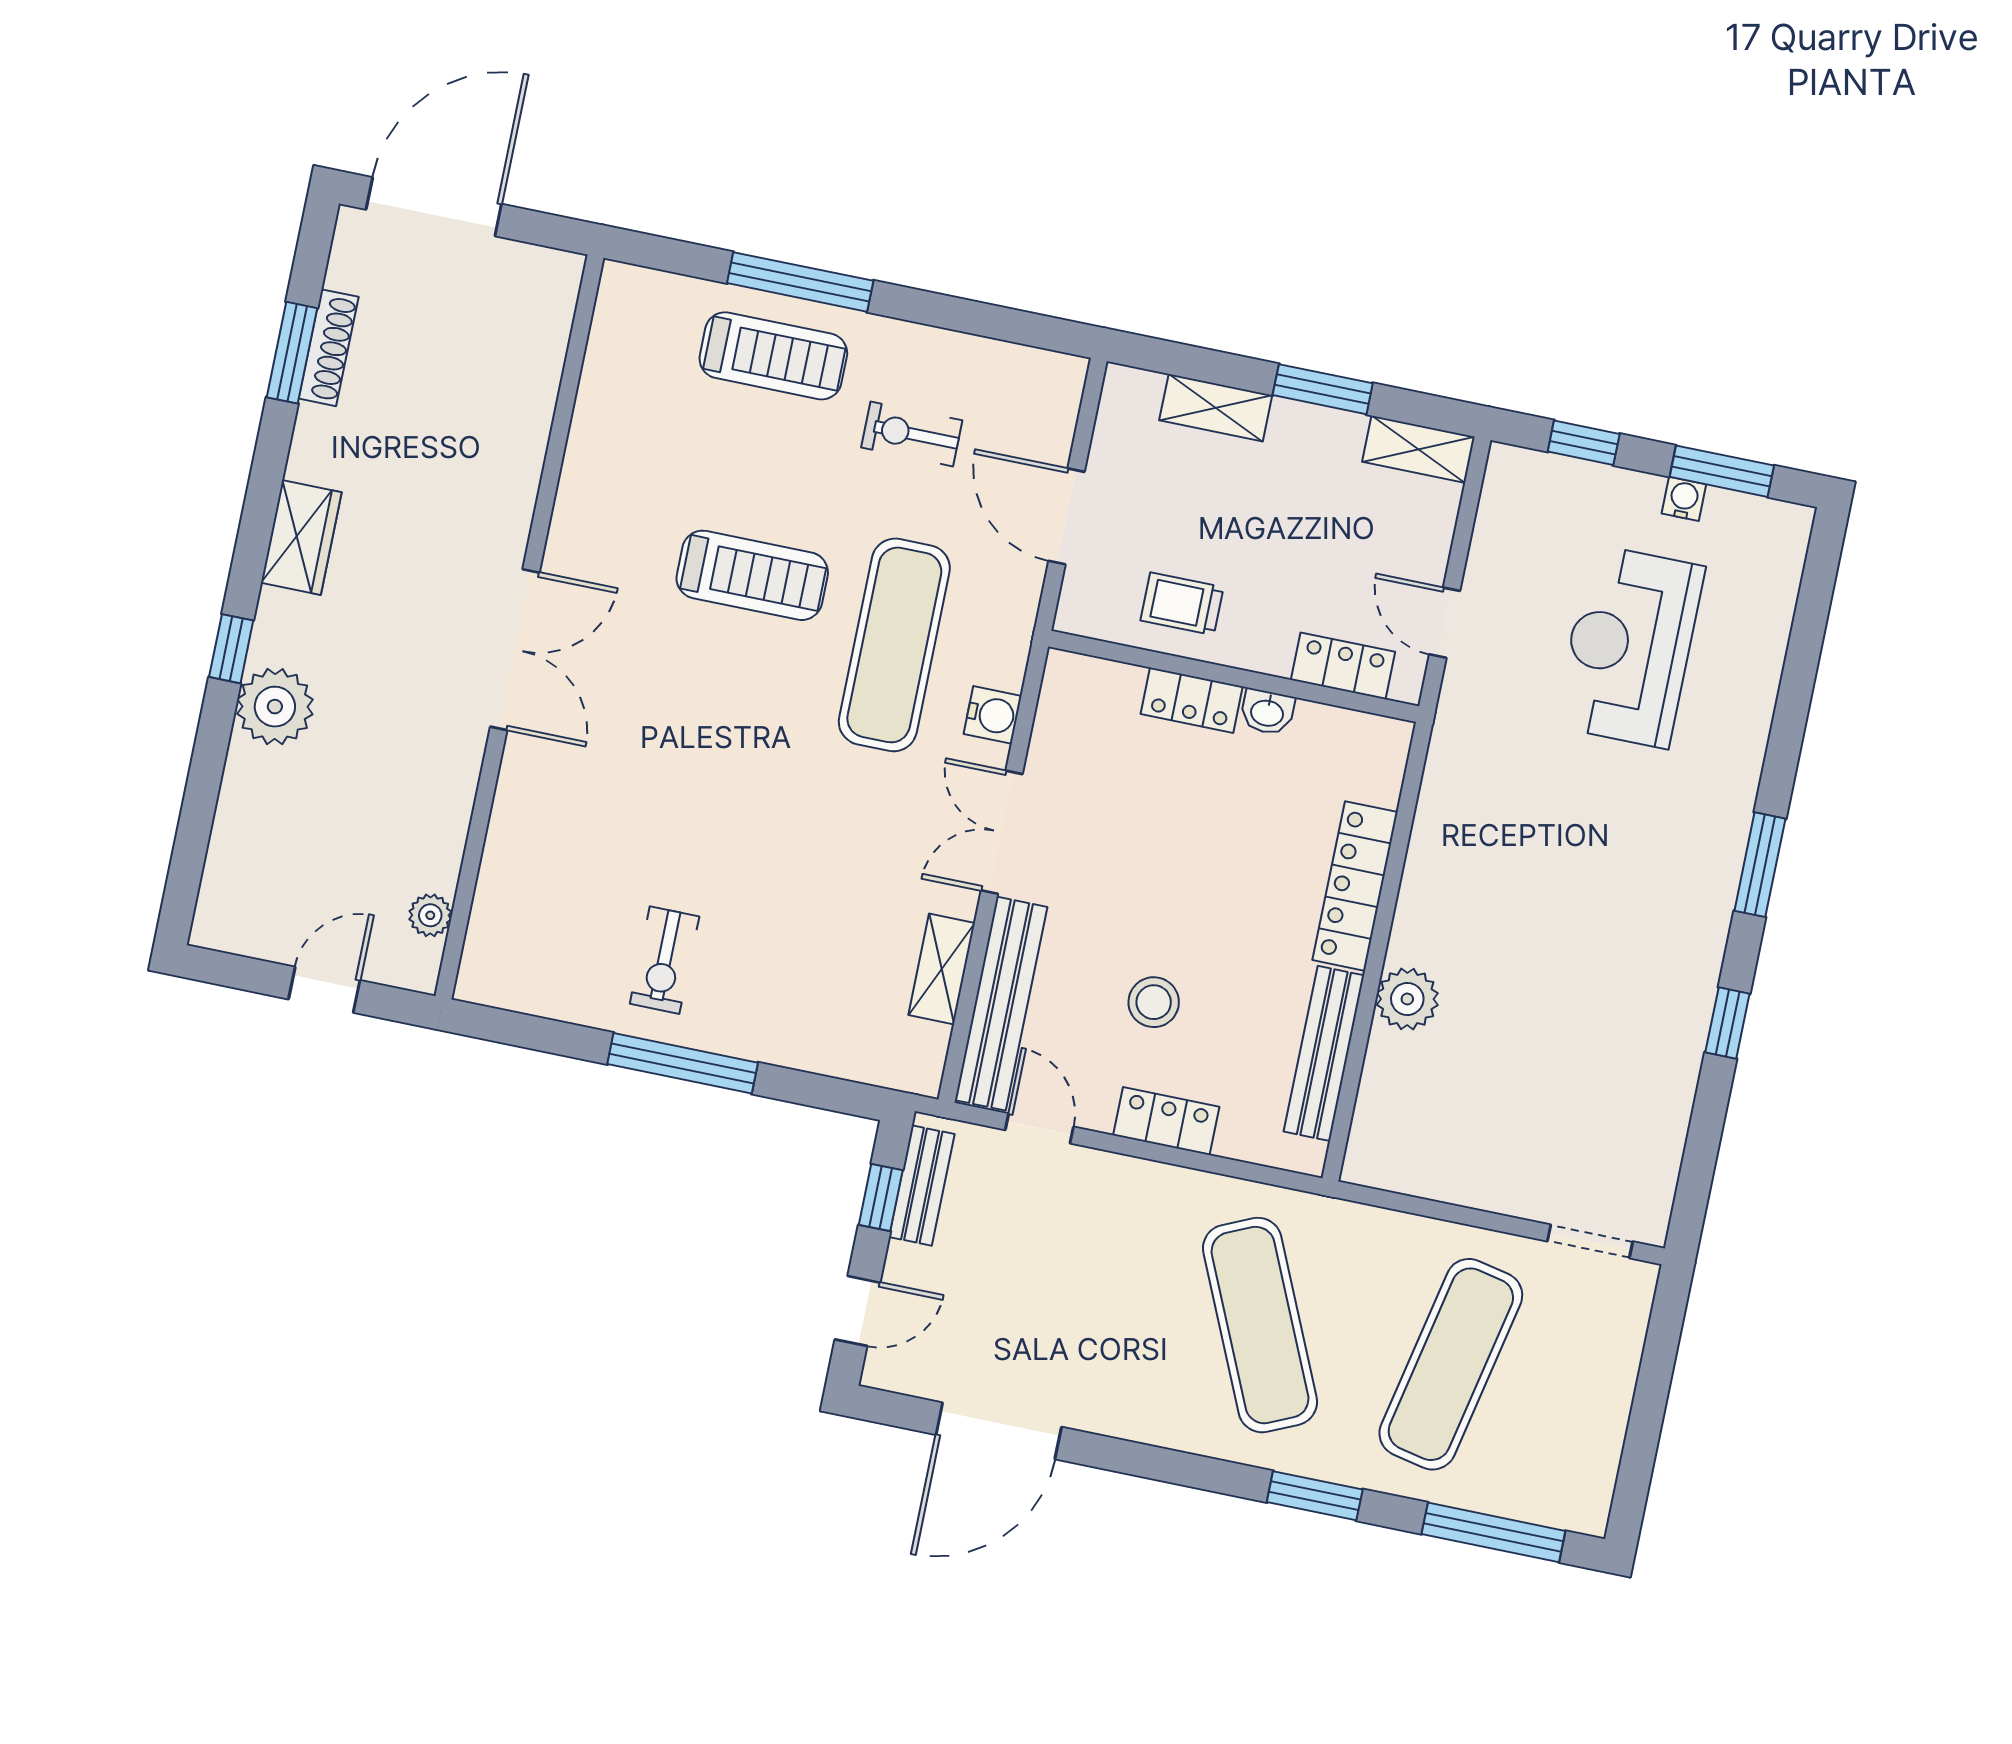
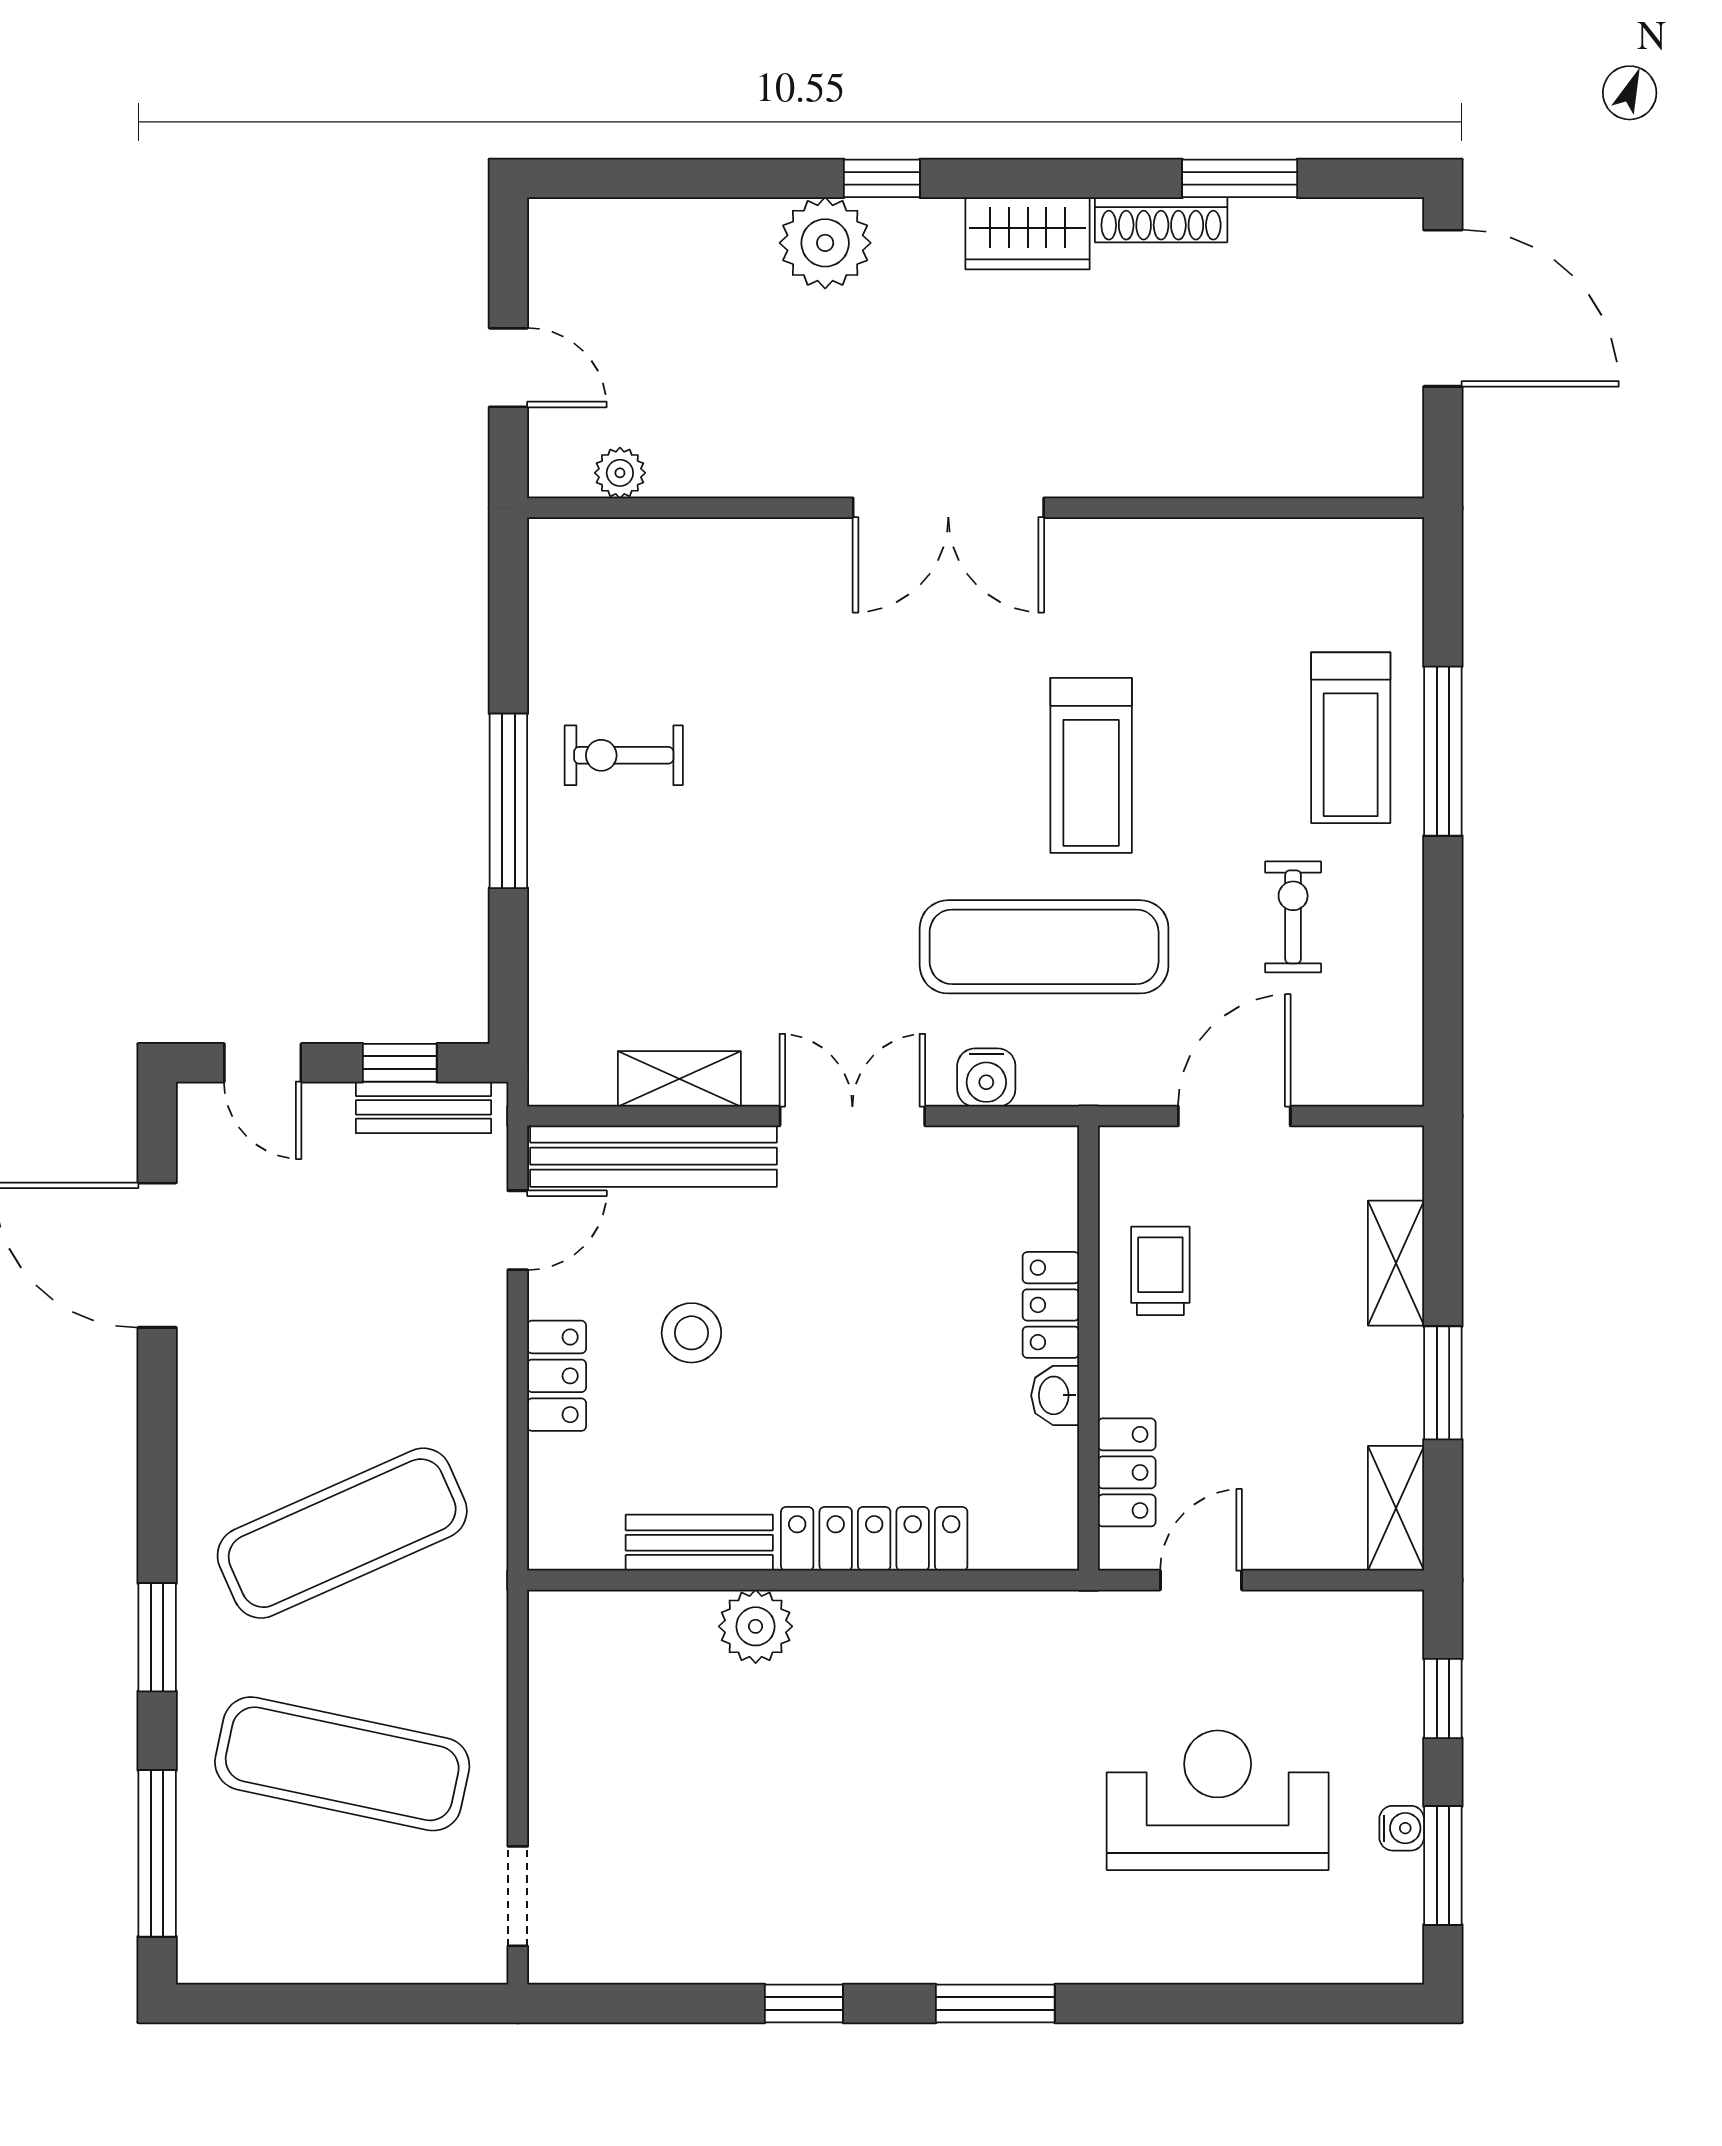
shoe rack: (329, 348) -> (1161, 220), moved
bench: (1324, 1053) -> (699, 1543), width x0.73

